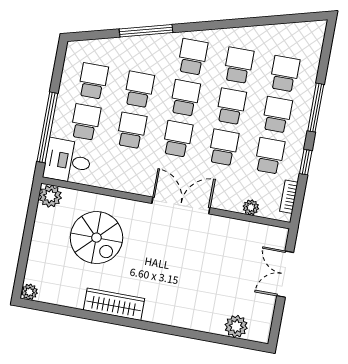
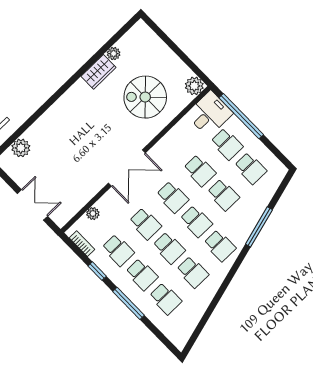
plant: (29, 292) -> (114, 54), moved
wardrobe: (114, 304) -> (98, 72), width x0.67

